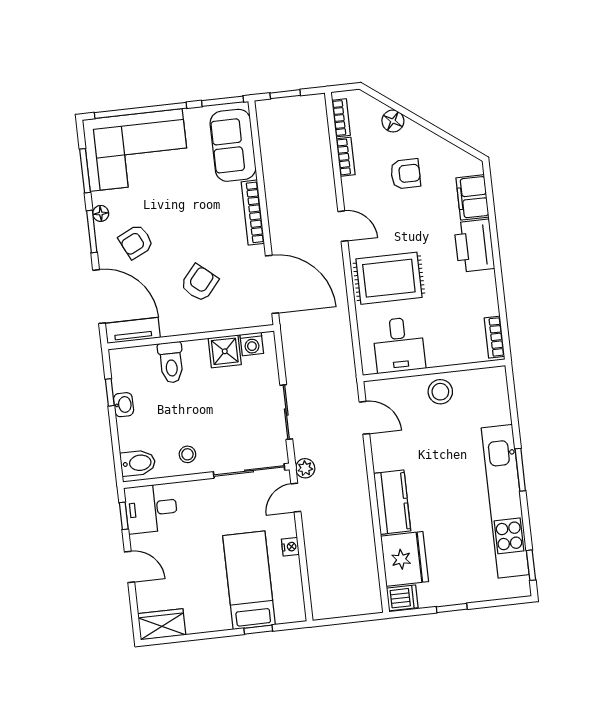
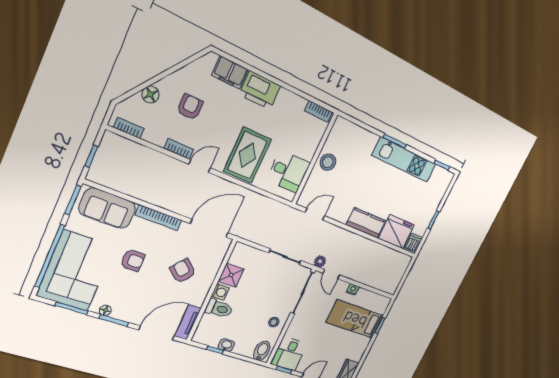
bookcase: (346, 157) -> (179, 149), moved
armchair: (136, 242) -> (133, 260), moved, turned -64
washing machine: (252, 344) -> (220, 292), moved
kitchen unit: (505, 501) -> (404, 160), width x0.73

